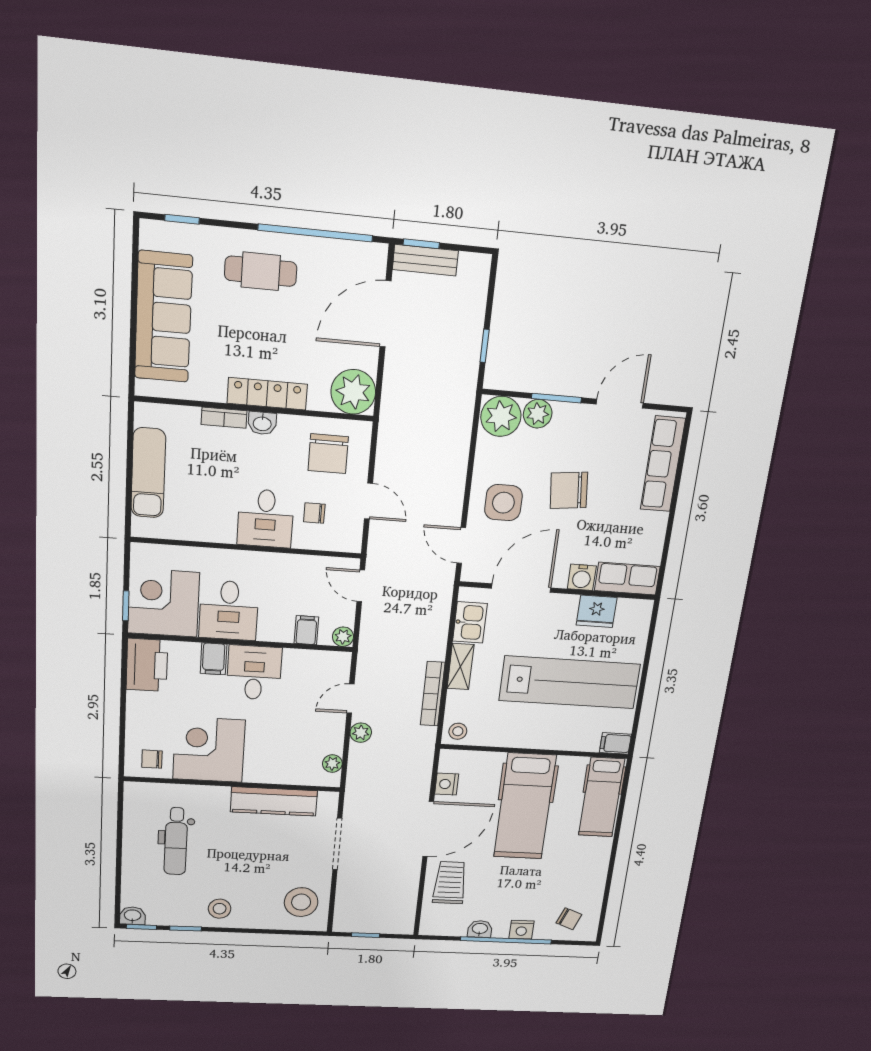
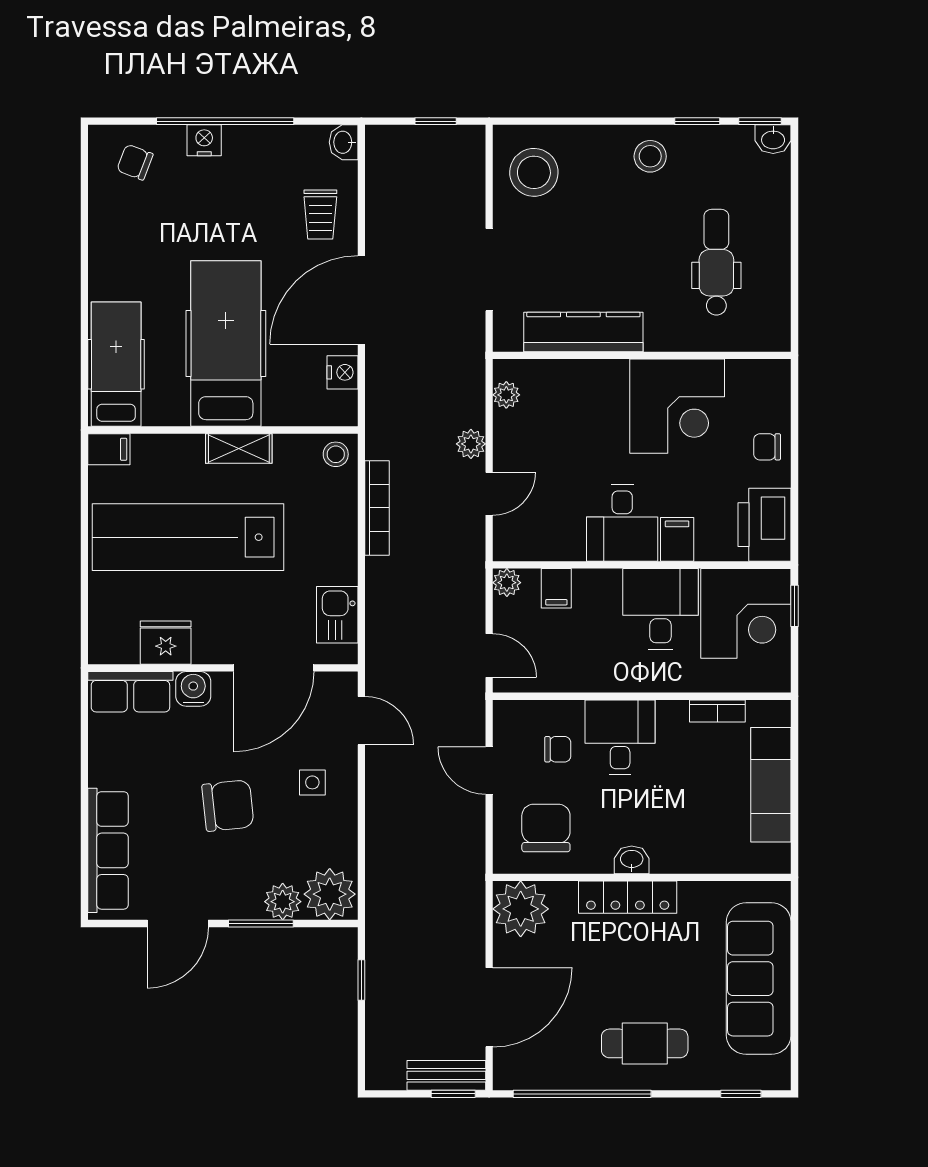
bookcase: (224, 418) -> (717, 711), moved, turned 180
side table: (503, 503) -> (312, 782), width x0.54, depth x0.54
shelving: (461, 667) -> (239, 448), moved, turned 90
chair: (152, 759) -> (767, 447), moved, turned 180
trolley: (450, 883) -> (320, 214), width x0.73, depth x0.72
washbasin: (480, 929) -> (344, 142), moved, turned 90

